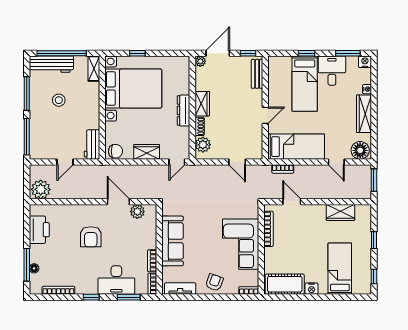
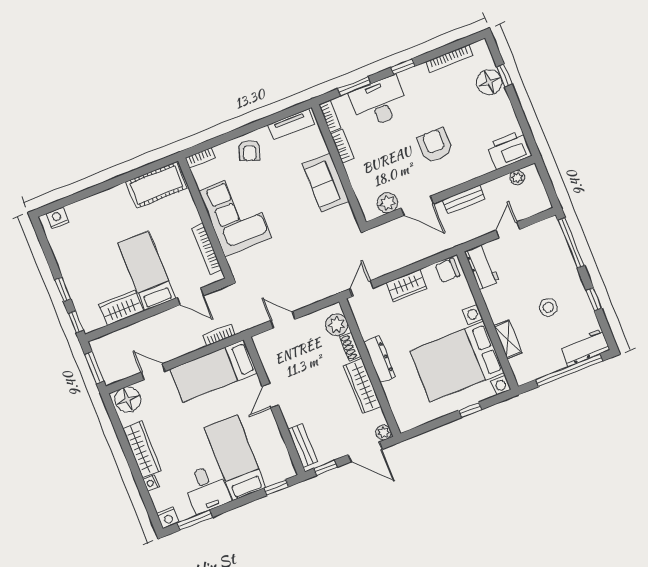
door: (218, 53) -> (365, 452), hinge flipped
window: (307, 53) -> (276, 487), moved
workbench: (51, 64) -> (585, 348), width x0.73
shelving: (94, 69) -> (508, 339), moved
window: (27, 94) -> (594, 299), width x0.46
wardrobe: (202, 104) -> (362, 386), width x1.50
plant: (41, 189) -> (517, 178), width x0.53, depth x0.53
bench: (86, 194) -> (464, 200), added
printer: (39, 230) -> (509, 150), moved, turned 90
sofa: (173, 241) -> (326, 183), width x0.73
window: (27, 265) -> (504, 75), width x0.46
floor lamp: (34, 268) -> (489, 82), width x1.89, depth x1.89
bed: (340, 269) -> (147, 271), moved, turned 180
window: (374, 276) -> (76, 322), moved
nightstand: (312, 289) -> (57, 218), moved

